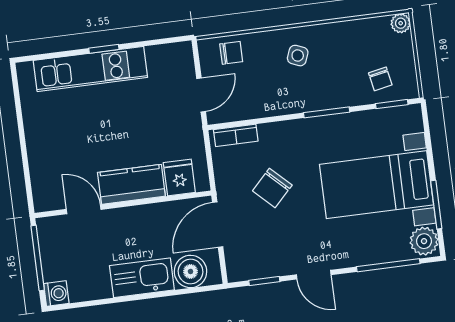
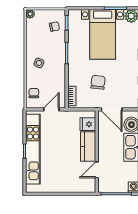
kitchen unit: (90, 69) -> (33, 149), width x1.36
door: (201, 95) -> (51, 109), hinge flipped
chair: (272, 188) -> (98, 82), turned -128

